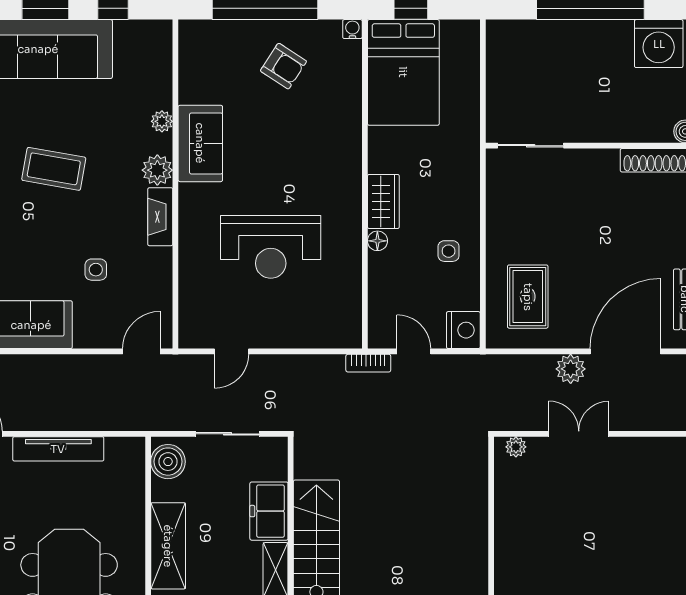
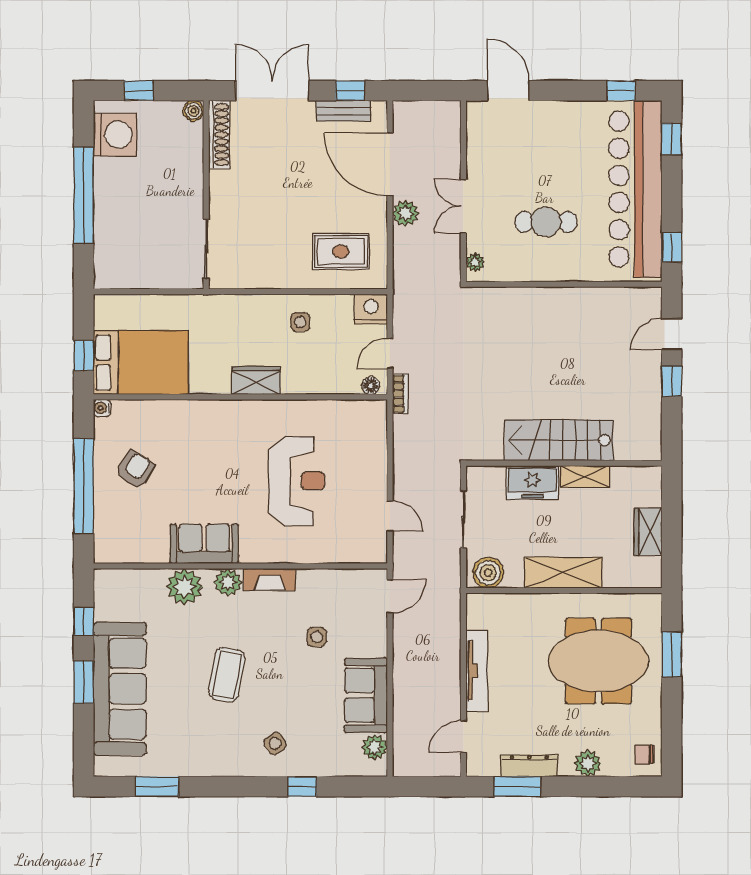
plant: (162, 121) -> (184, 587), width x1.87, depth x1.87
floor lamp: (377, 241) -> (371, 386), moved
door: (141, 351) -> (390, 596), swing flipped
cafe table: (561, 526) -> (546, 222), added

